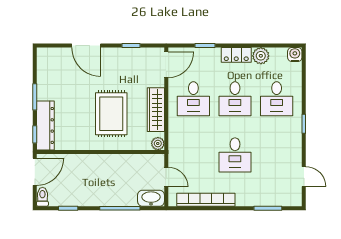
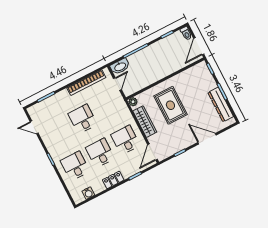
water cooler: (295, 54) -> (88, 193), moved
plant: (261, 56) -> (98, 187), removed
dresser: (45, 125) -> (221, 105), moved
door: (166, 177) -> (117, 84), swing flipped

